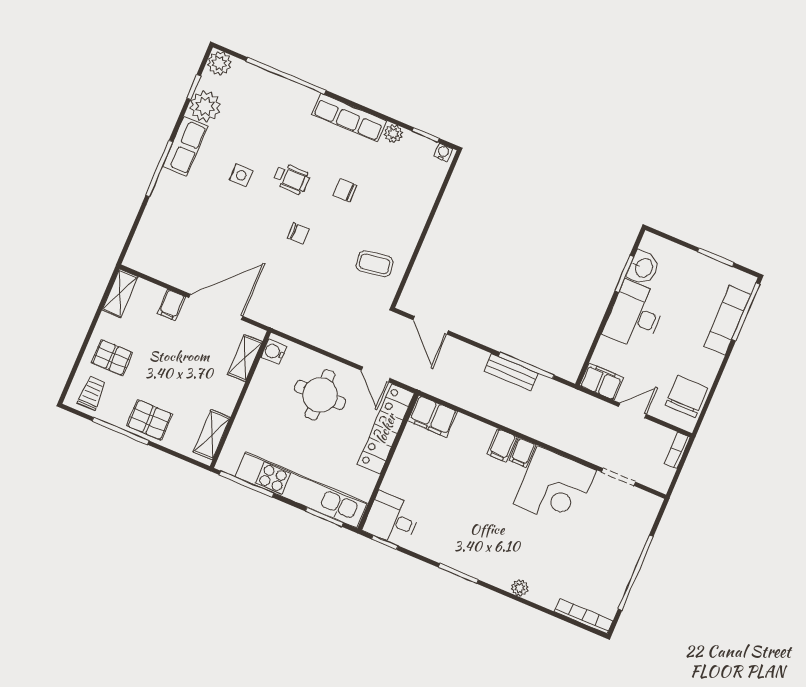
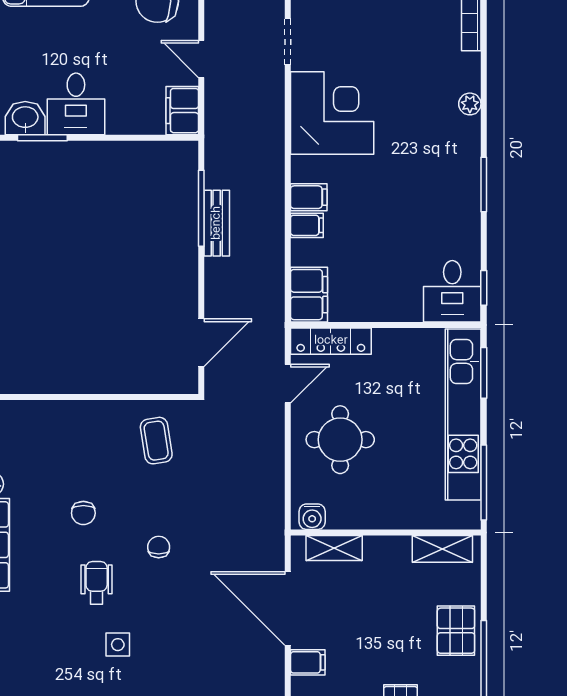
desk: (635, 315) -> (76, 104), width x0.73
locker: (386, 429) -> (331, 341), width x0.71, depth x0.83
filing cabinet: (522, 453) -> (307, 225), moved

